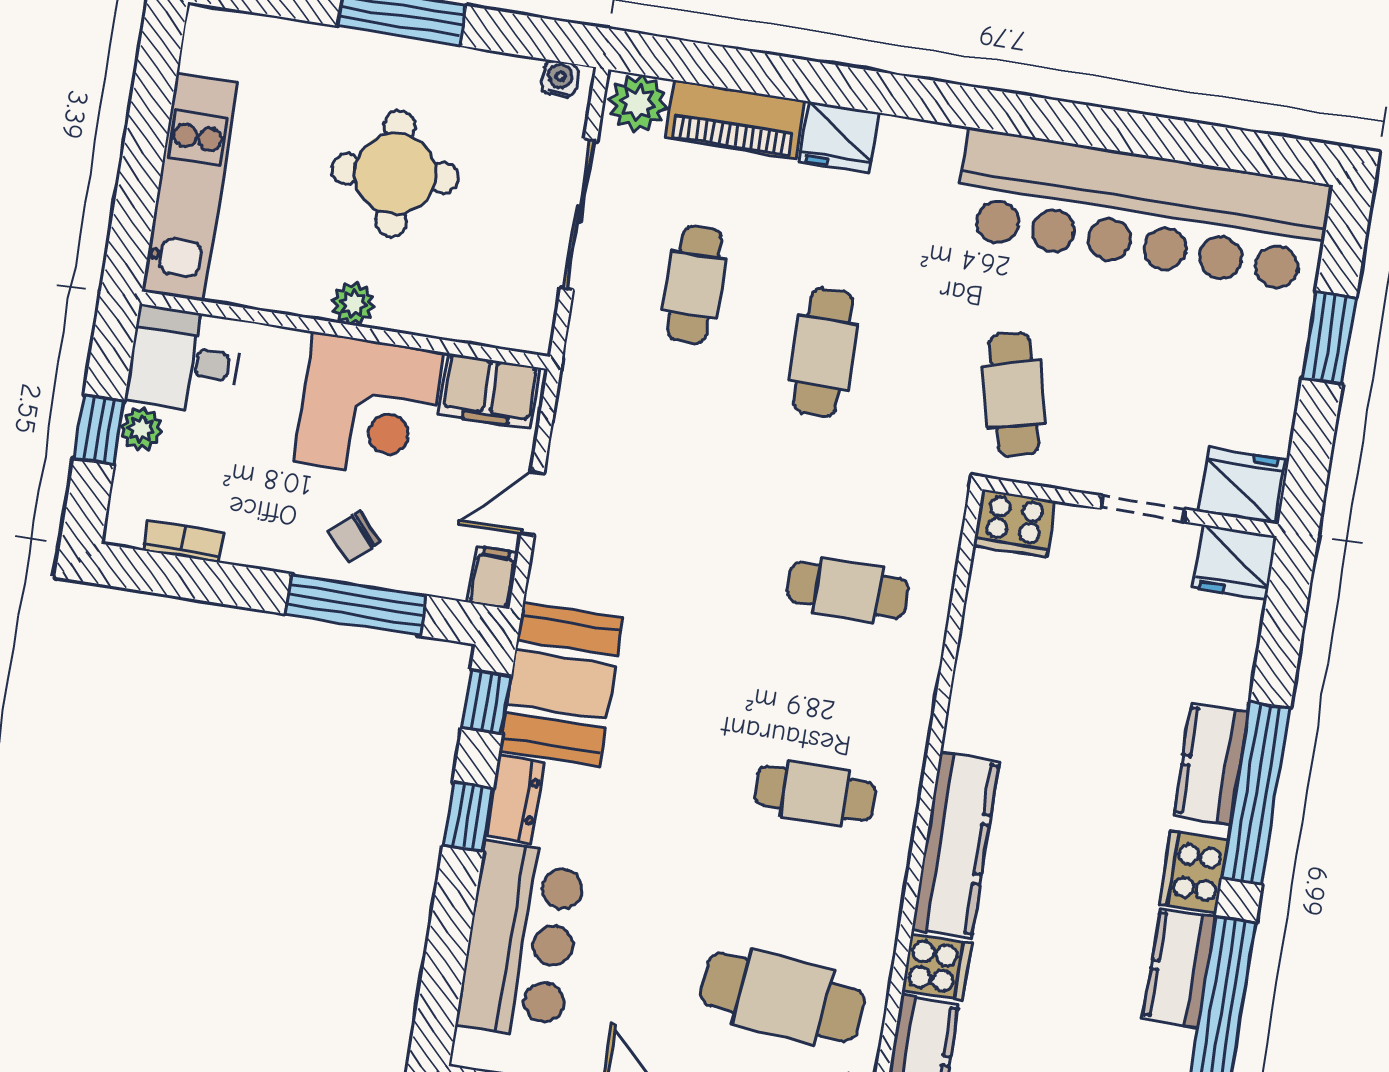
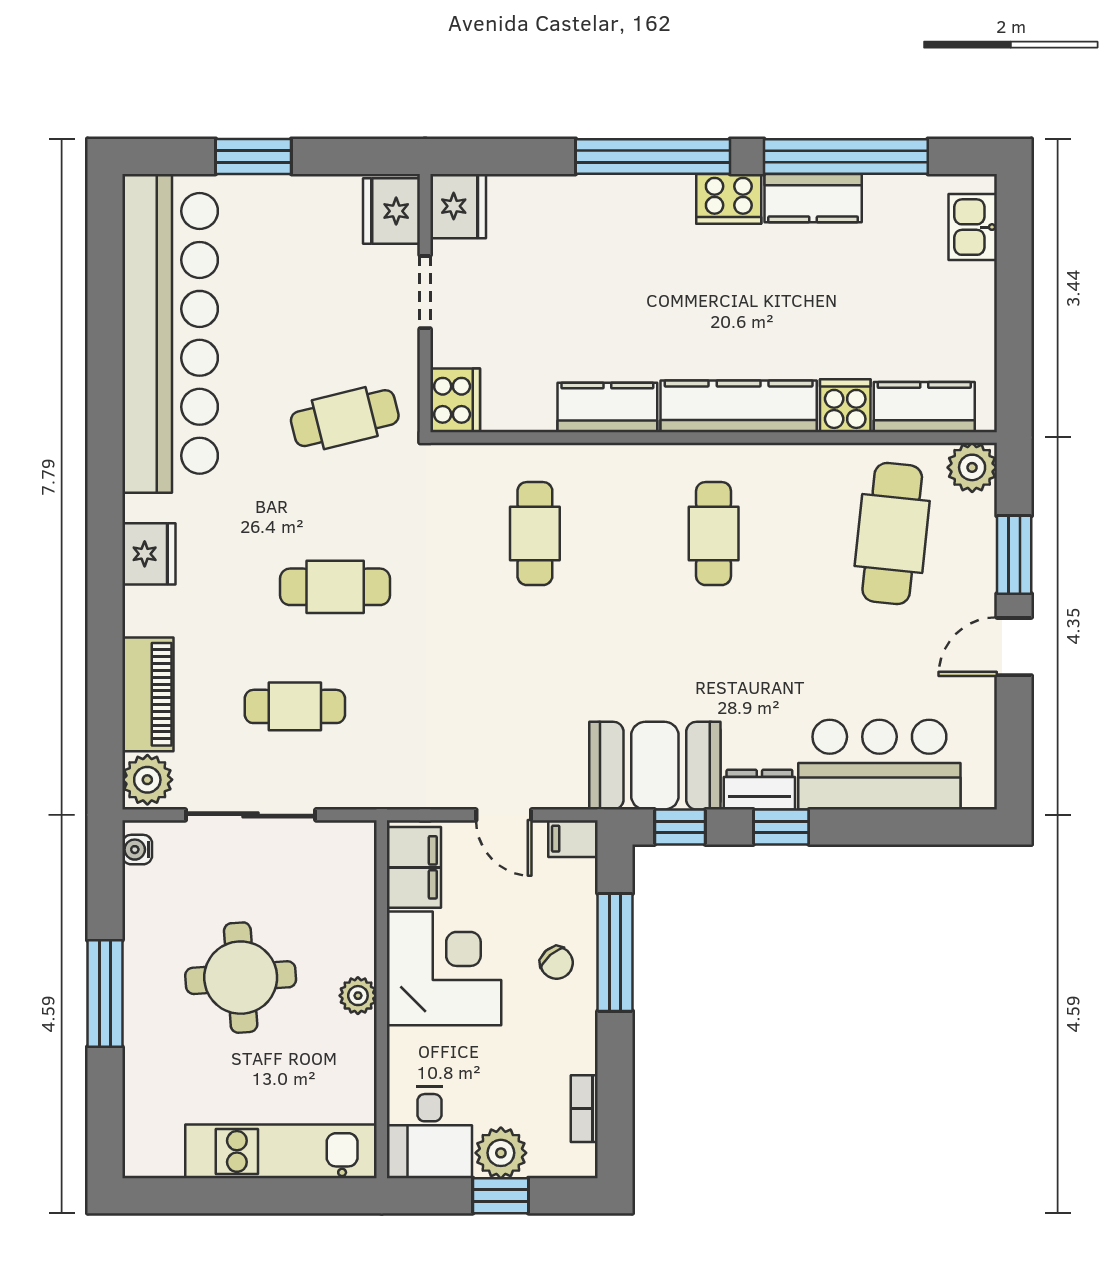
fridge: (839, 137) -> (149, 554), moved
plant: (141, 429) -> (501, 1153), width x1.38, depth x1.38
kitchen counter: (1211, 764) -> (607, 407), moved, turned 180

